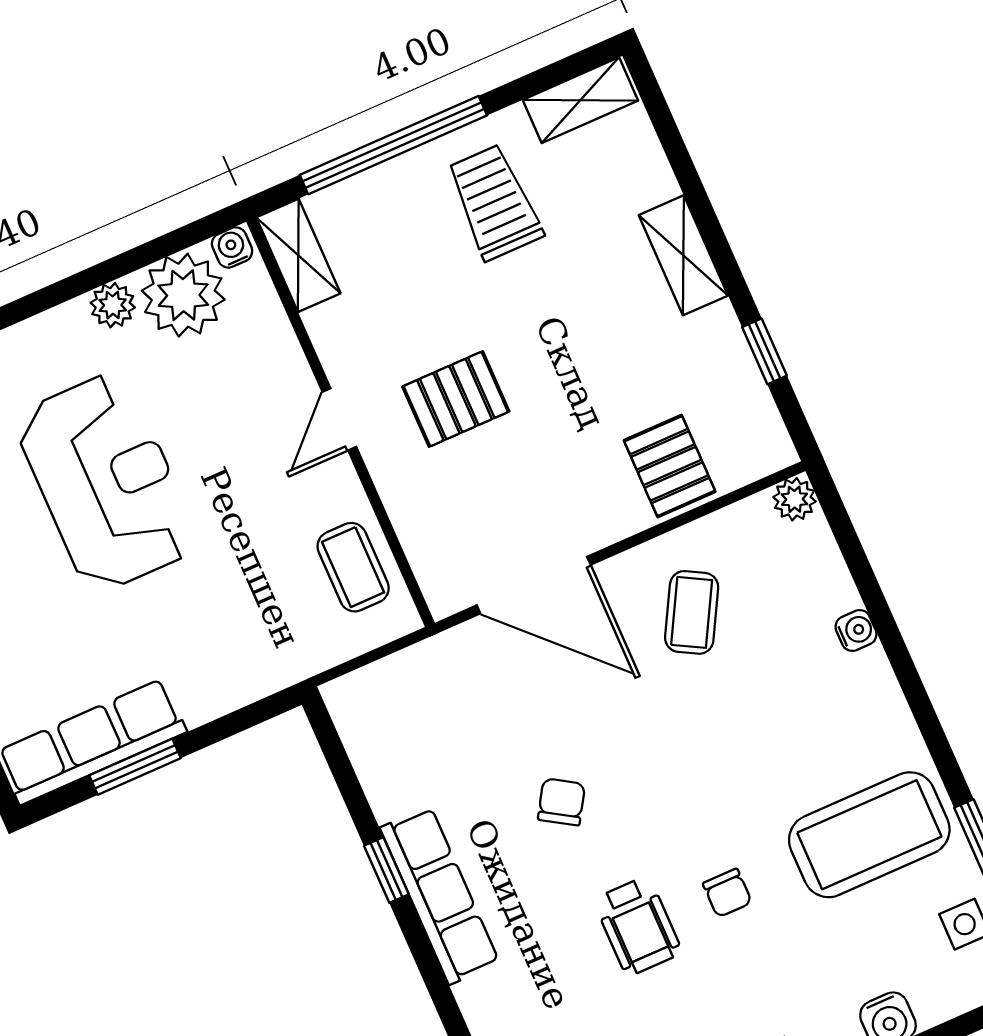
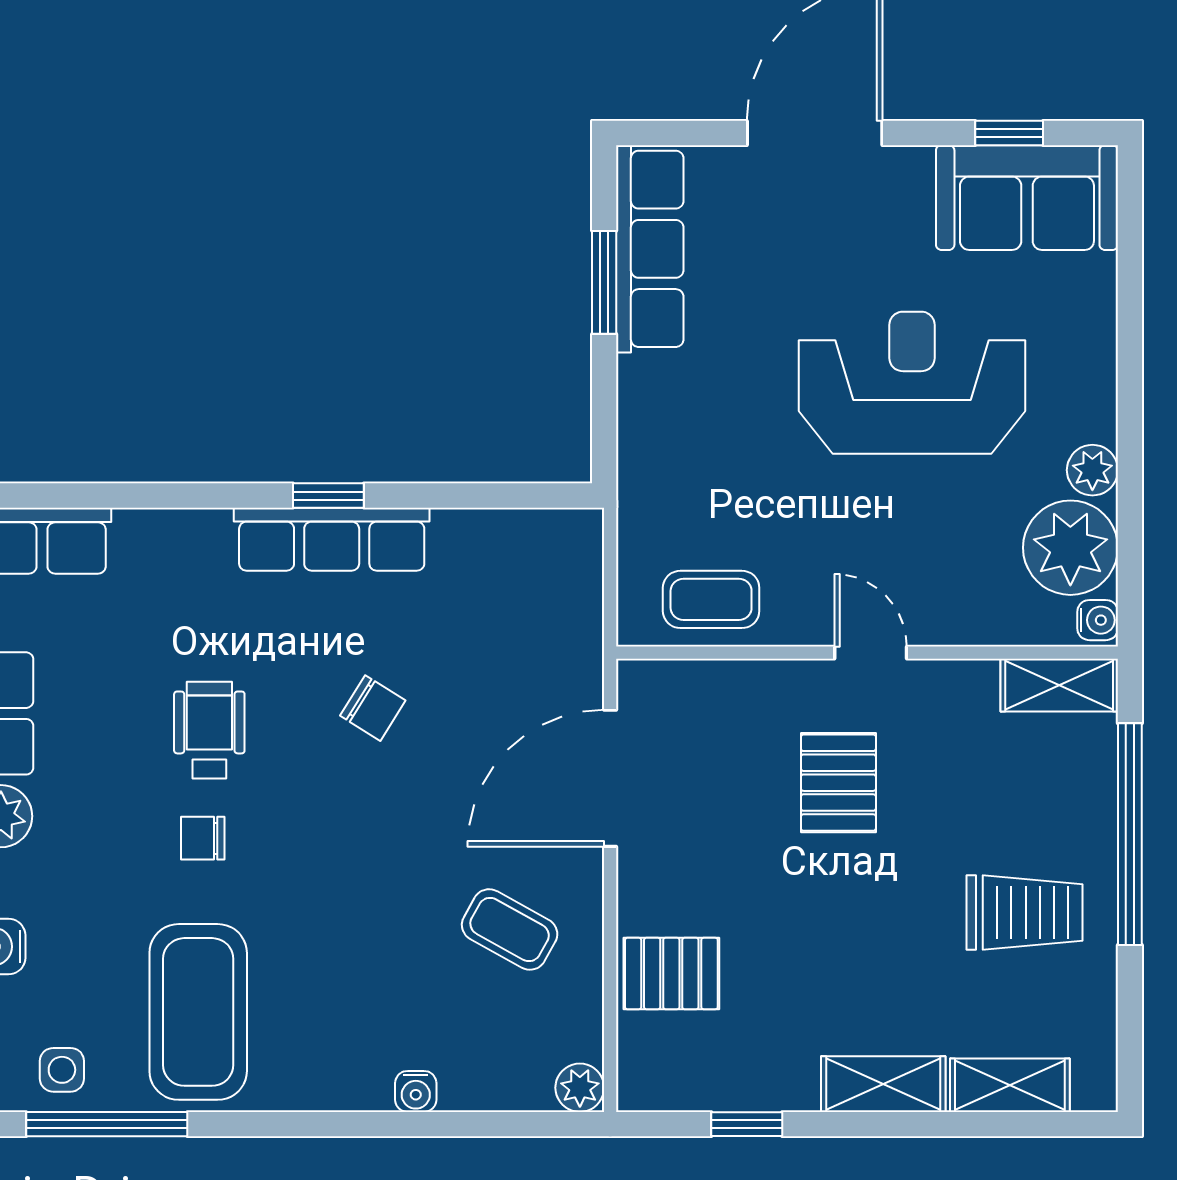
shelving: (580, 100) -> (1010, 1085), moved, turned 90
reception desk: (106, 482) -> (912, 383), turned 180
window: (386, 870) -> (328, 496), moved
wheelchair: (638, 926) -> (209, 730), turned 90

